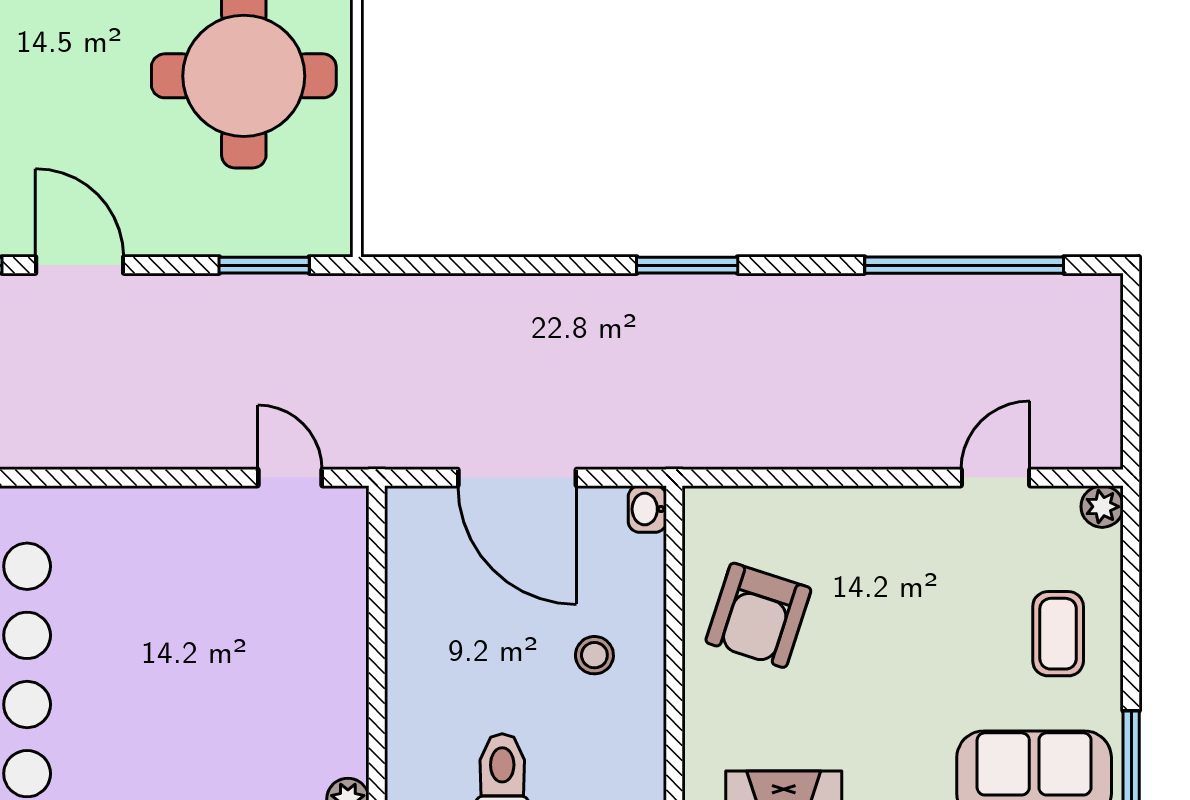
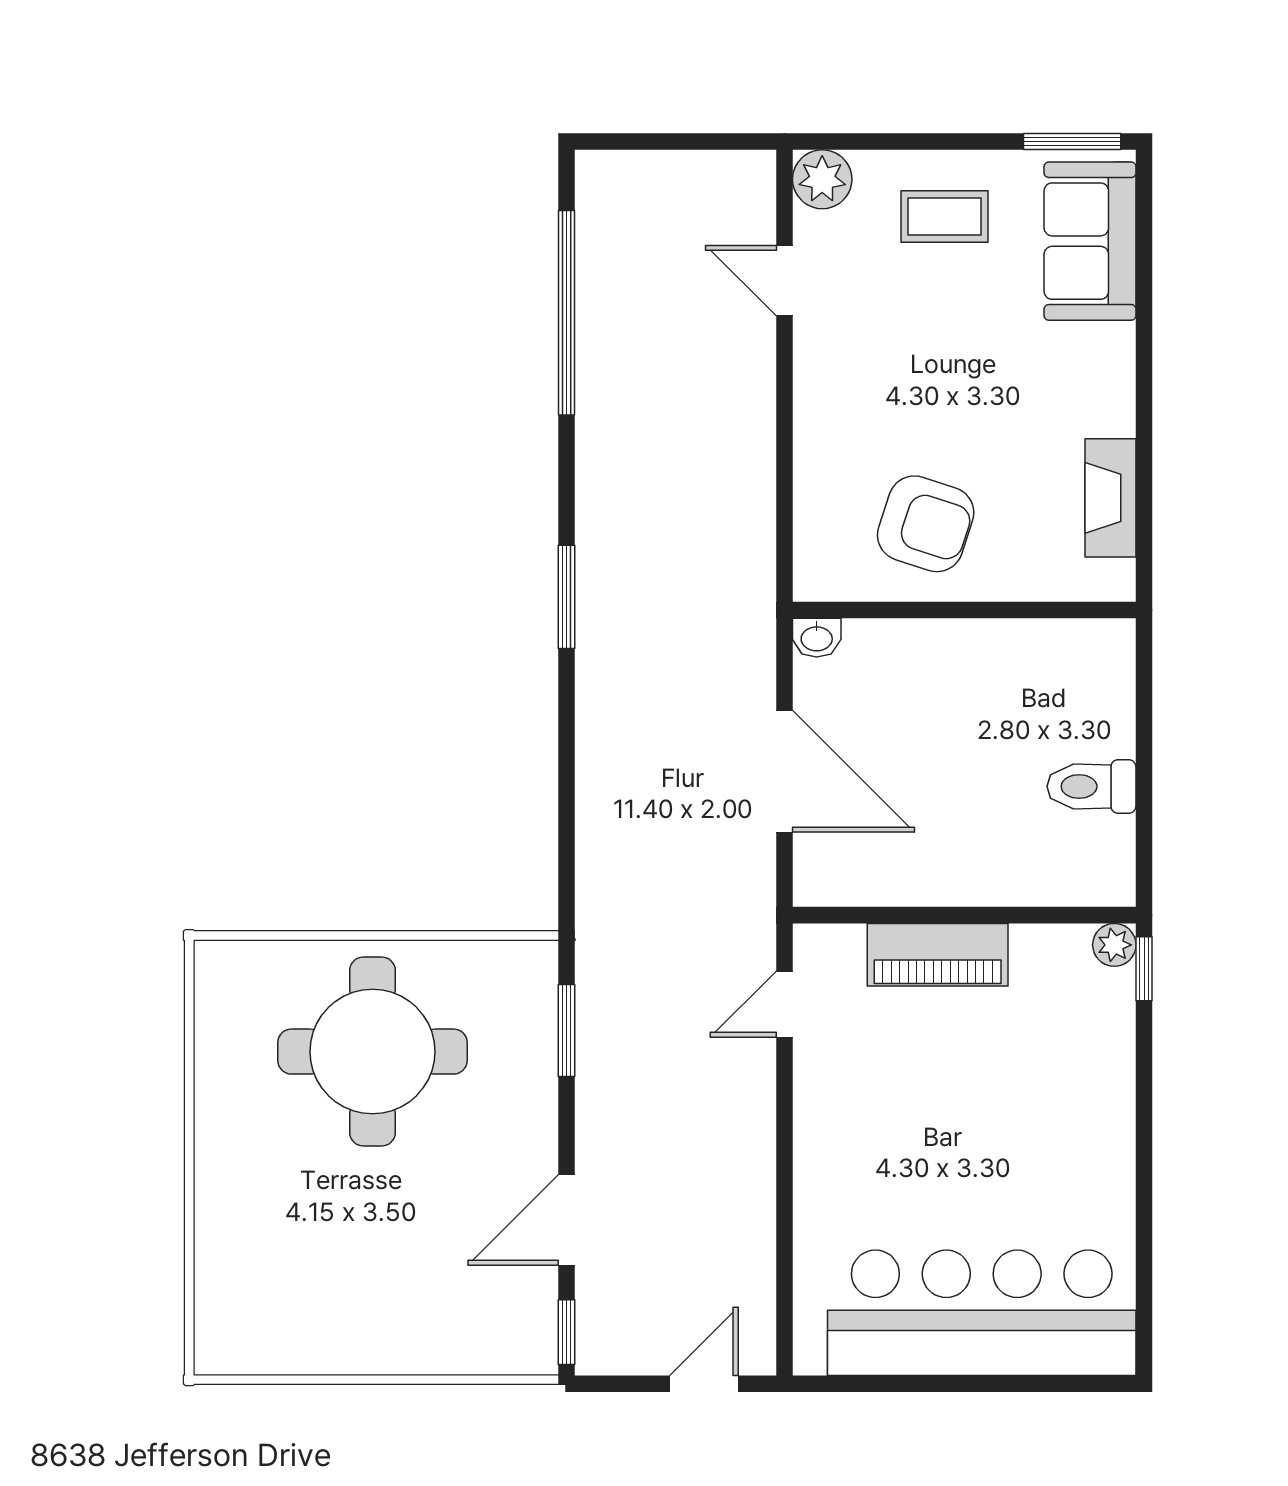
door: (517, 478) -> (784, 771), hinge flipped
plant: (1102, 507) -> (822, 179), width x1.38, depth x1.38
piano: (338, 627) -> (938, 955), added
stool: (594, 655) -> (967, 692), removed

